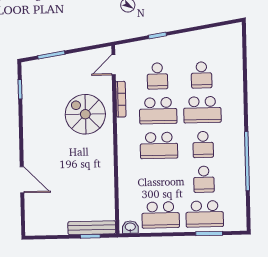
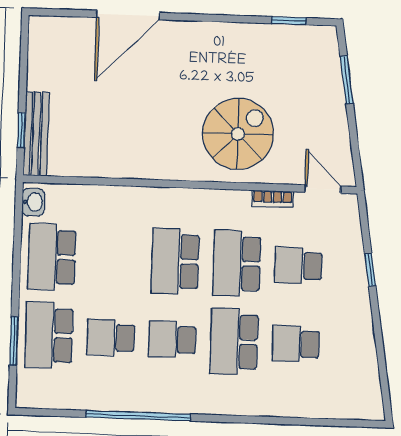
bookcase: (121, 99) -> (273, 199), width x0.64
door: (22, 180) -> (128, 15), width x1.36

